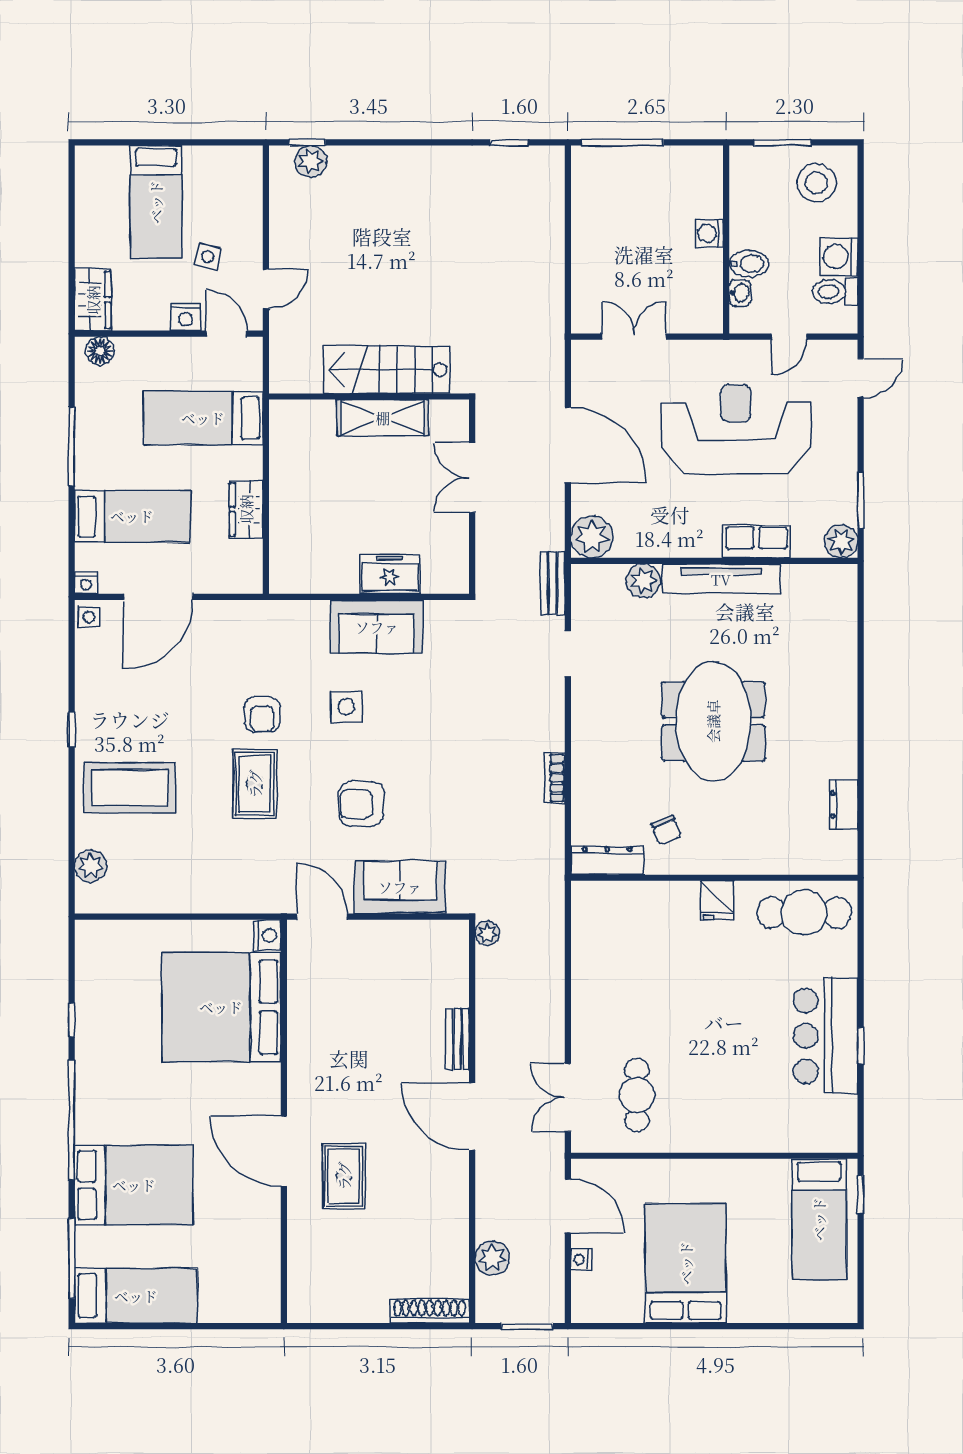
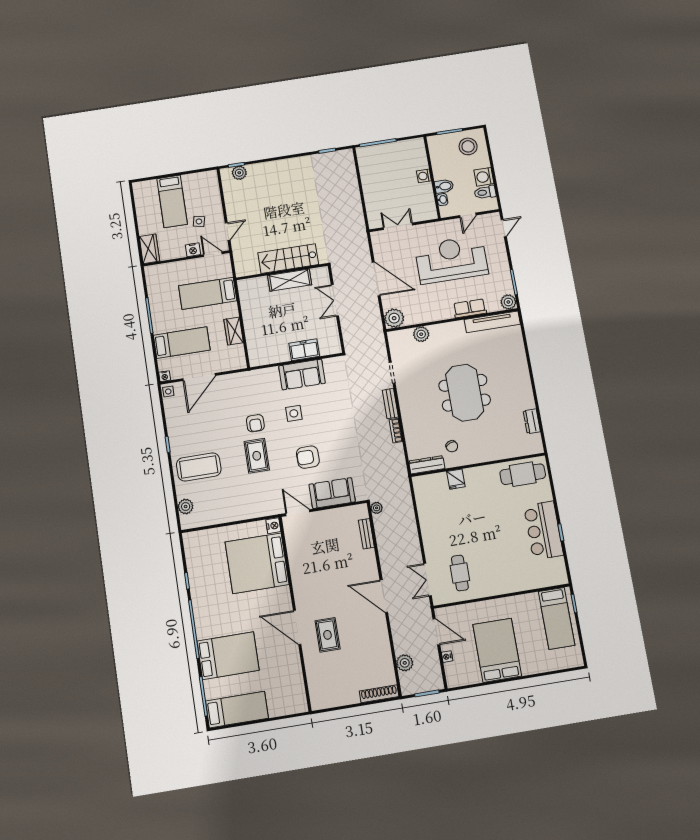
floor lamp: (100, 351) -> (156, 271), removed
tv unit: (721, 579) -> (492, 322), moved
bench: (553, 583) -> (390, 404), moved
fridge: (717, 900) -> (456, 479), moved
bench: (457, 1039) -> (366, 534), moved

